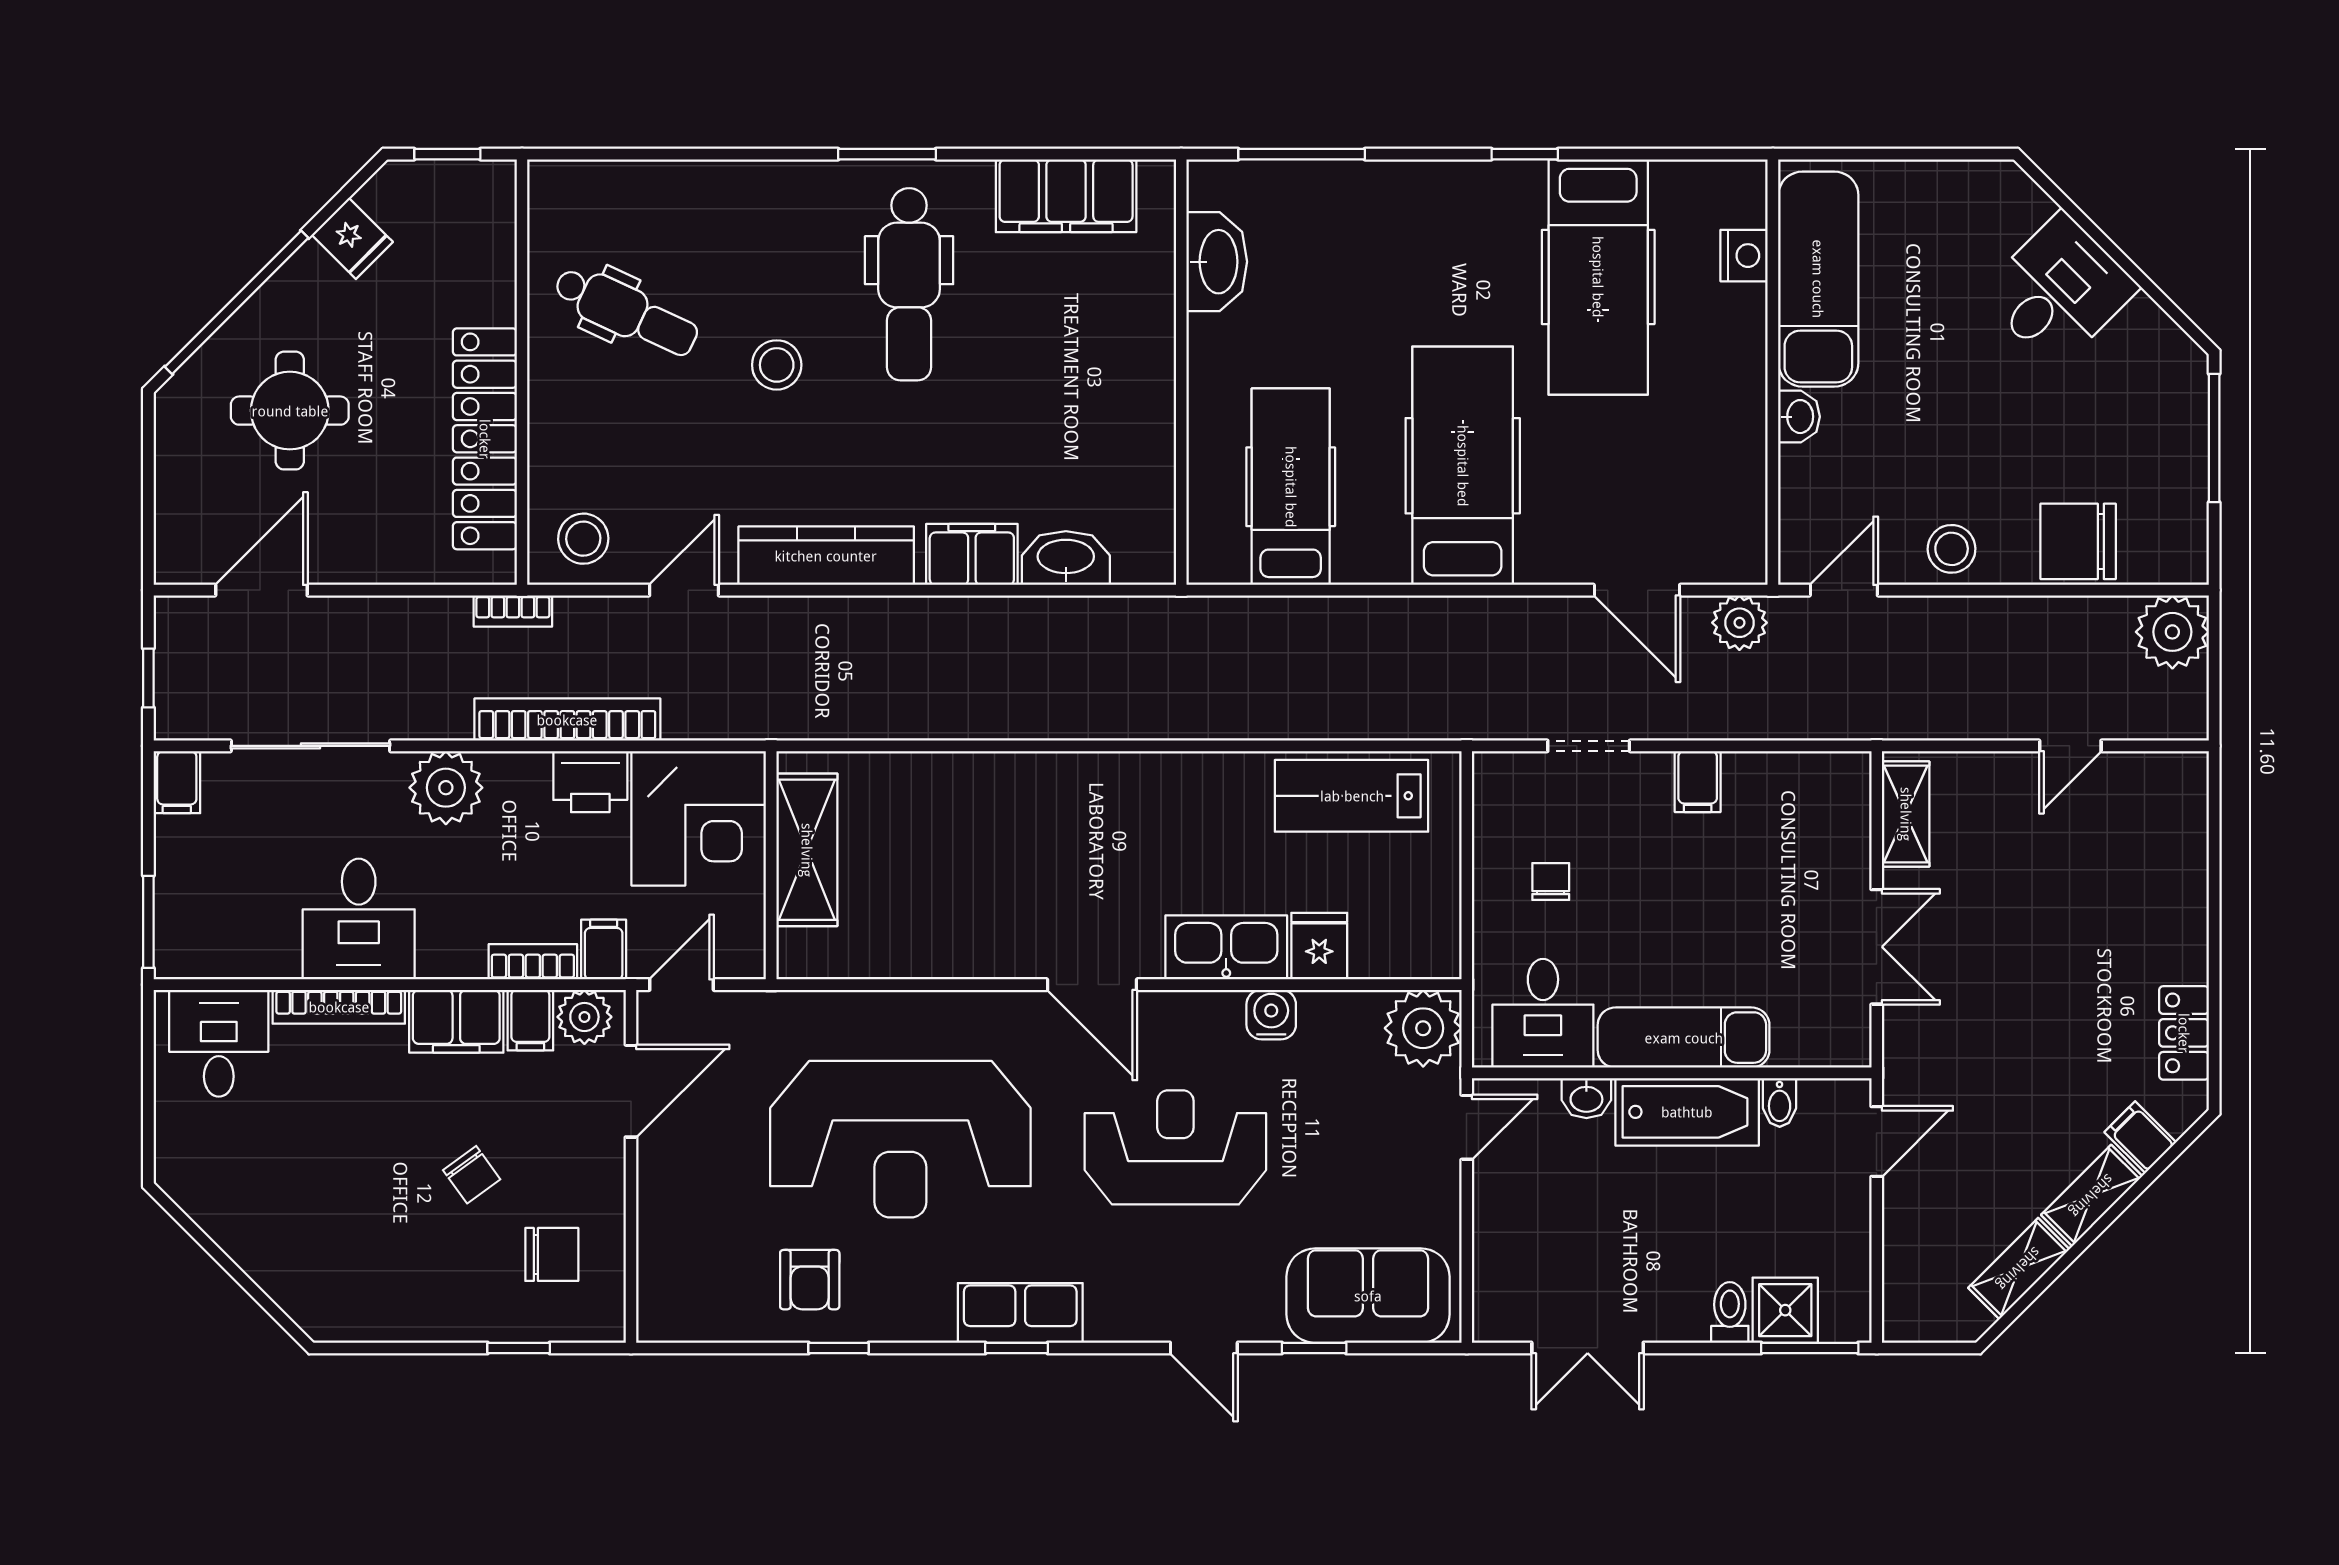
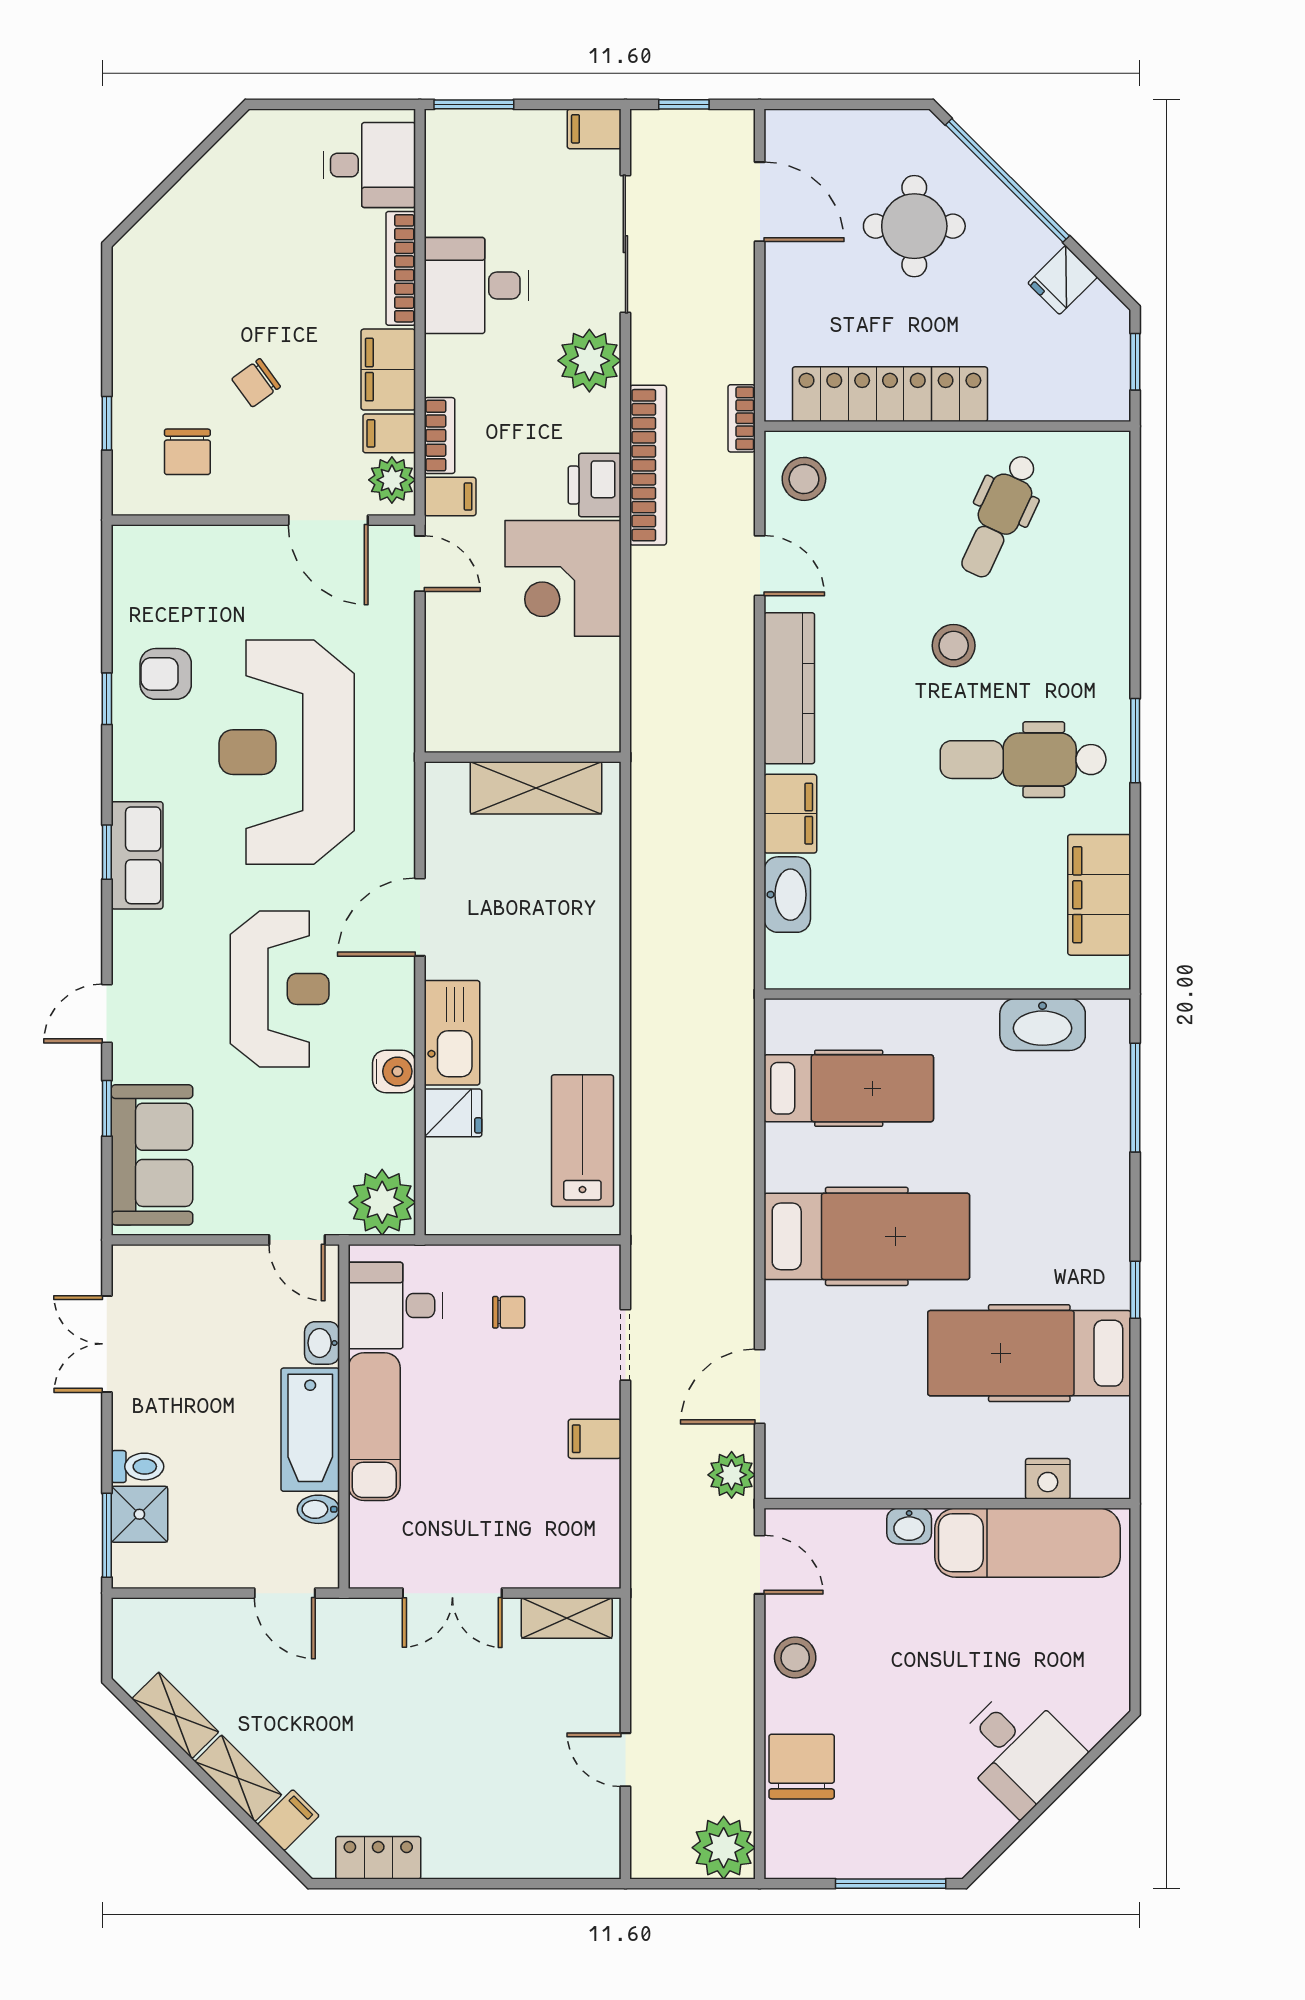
shelving: (807, 850) -> (536, 788), moved
wall: (771, 865) -> (523, 757), moved

